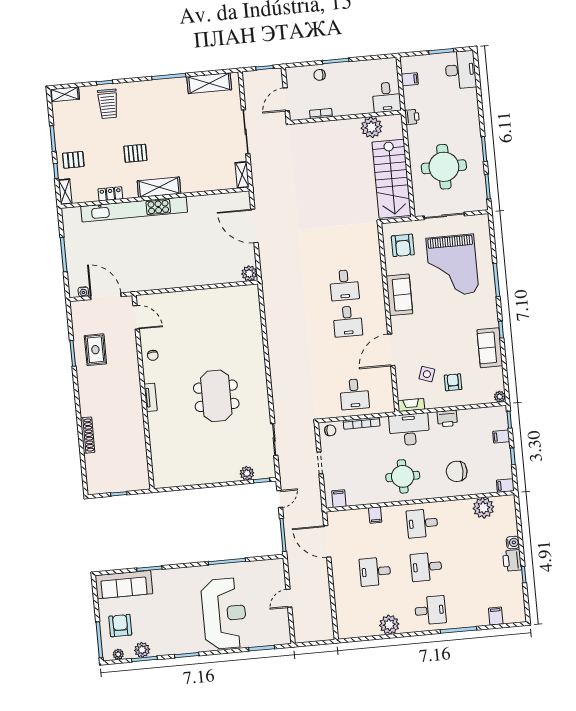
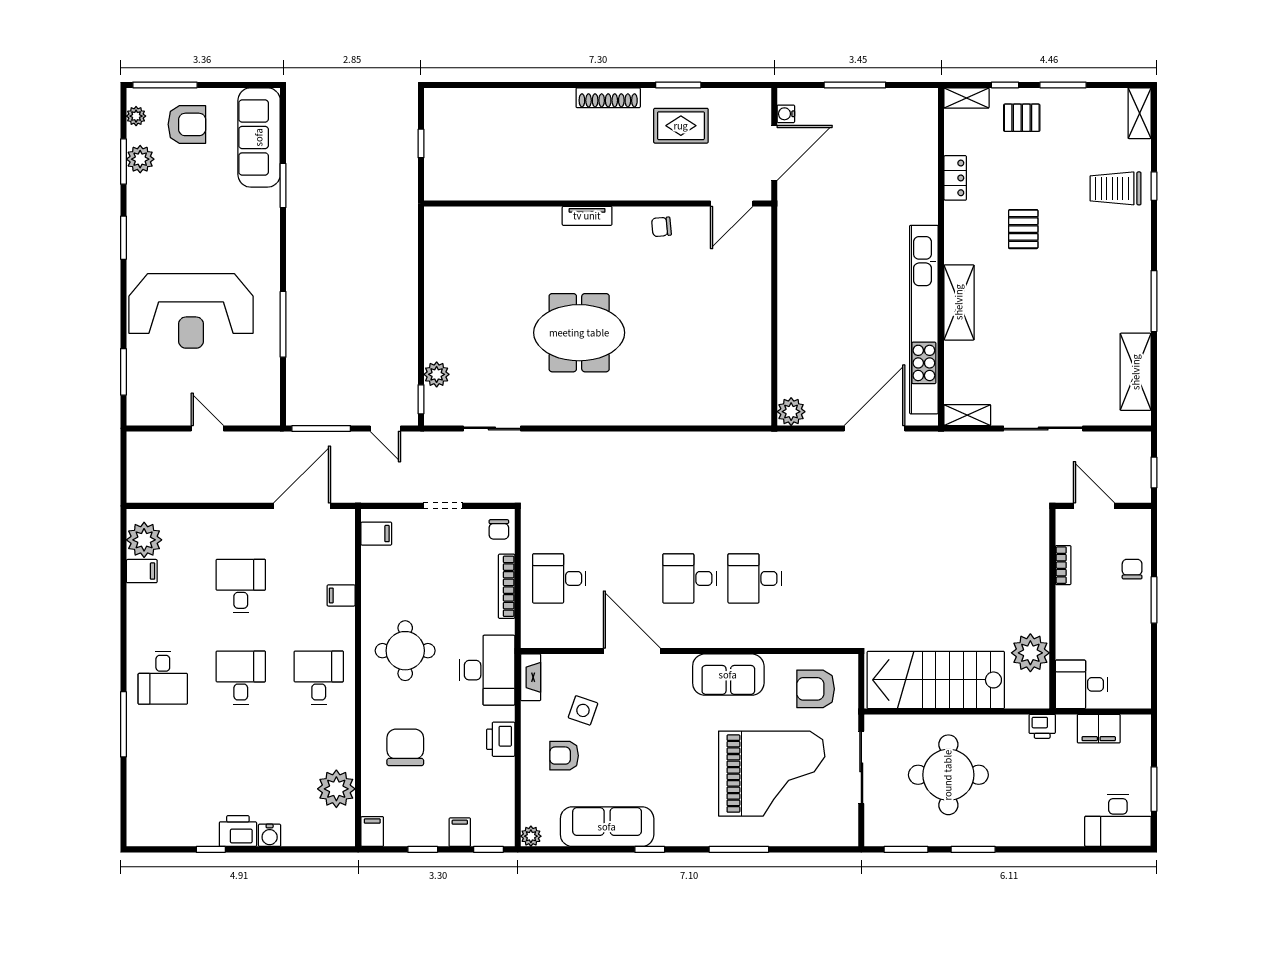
filing cabinet: (410, 79) -> (1099, 729), width x2.00
pallet: (73, 160) -> (1022, 118), turned 90
shelving: (159, 187) -> (959, 302), moved
kitchen unit: (134, 209) -> (924, 320), moved
grand piano: (452, 265) -> (772, 774), turned 180
sofa: (490, 348) -> (607, 827), width x1.36
armchair: (453, 382) -> (564, 756), turned 180
shoe rack: (88, 435) -> (608, 98), moved
filing cabinet: (496, 616) -> (142, 571), moved
plant: (389, 625) -> (144, 540), moved

